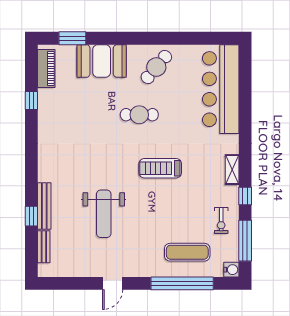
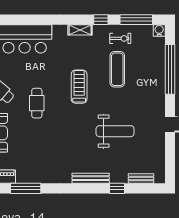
window: (31, 101) -> (26, 188), width x2.17
treadmill: (160, 168) -> (79, 87), turned 180
bench: (44, 206) -> (91, 178), moved
exercise mat: (187, 252) -> (117, 69), moved

